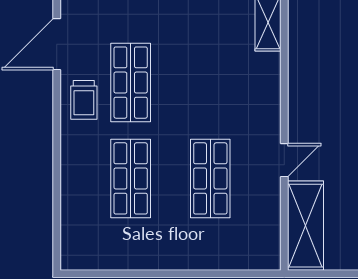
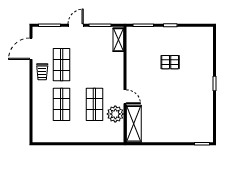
door: (284, 160) -> (125, 97), hinge flipped
plant: (261, 202) -> (115, 114), added

